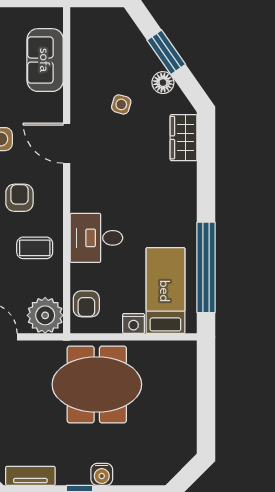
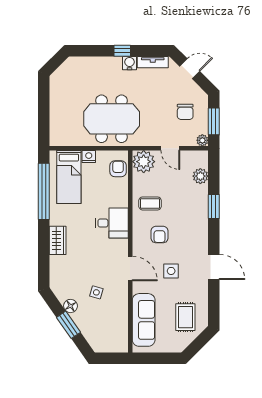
sofa: (45, 60) -> (144, 320), width x1.36
wardrobe: (184, 138) -> (58, 240), moved
desk: (96, 238) -> (112, 223), moved
water cooler: (102, 474) -> (130, 63), moved

